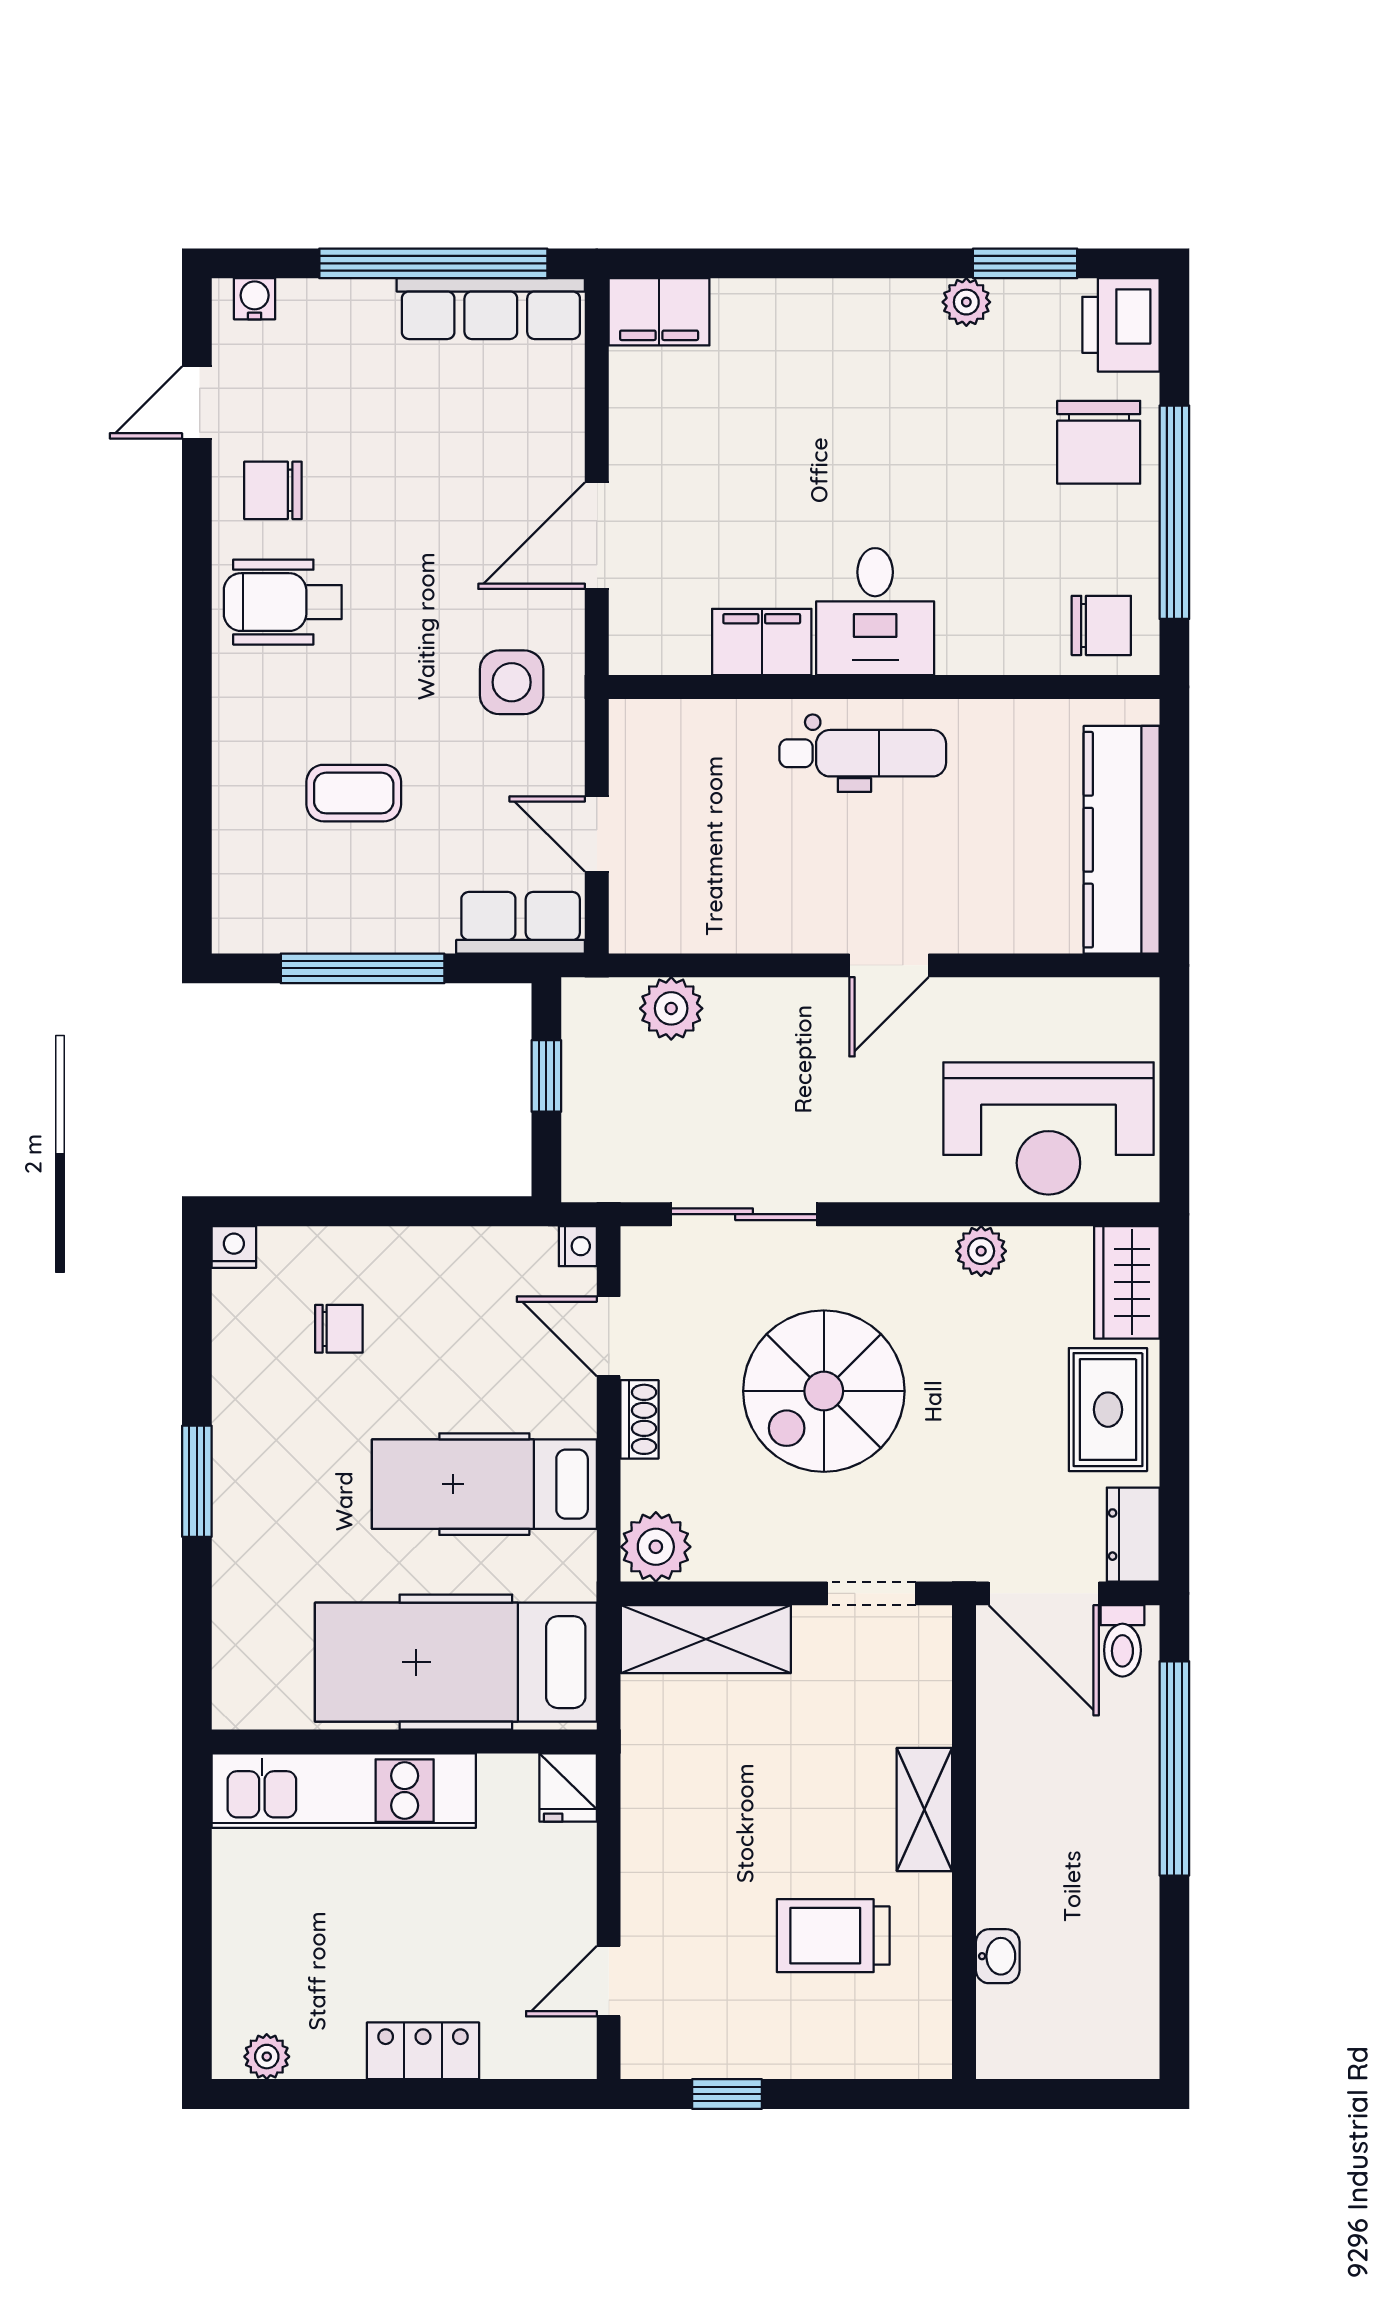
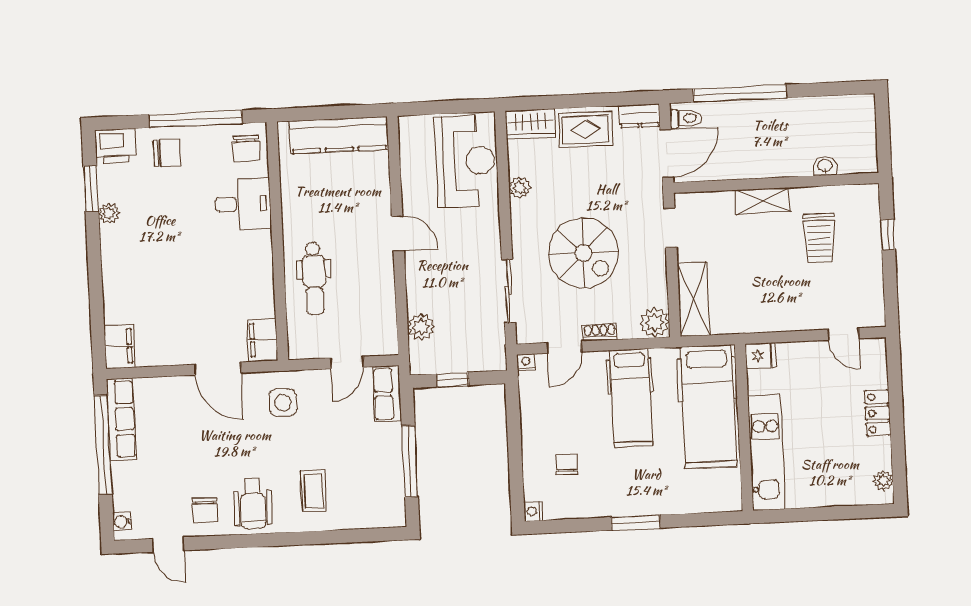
chair: (1099, 442) -> (167, 153), width x0.73, depth x0.73
desk: (875, 612) -> (243, 204), moved
chair: (1101, 625) -> (246, 148), turned 180
filing cabinet: (762, 642) -> (262, 340), moved
dental chair: (863, 753) -> (314, 278), moved, turned 180
coffee table: (354, 793) -> (314, 491), moved
window: (727, 2094) -> (888, 235), moved

